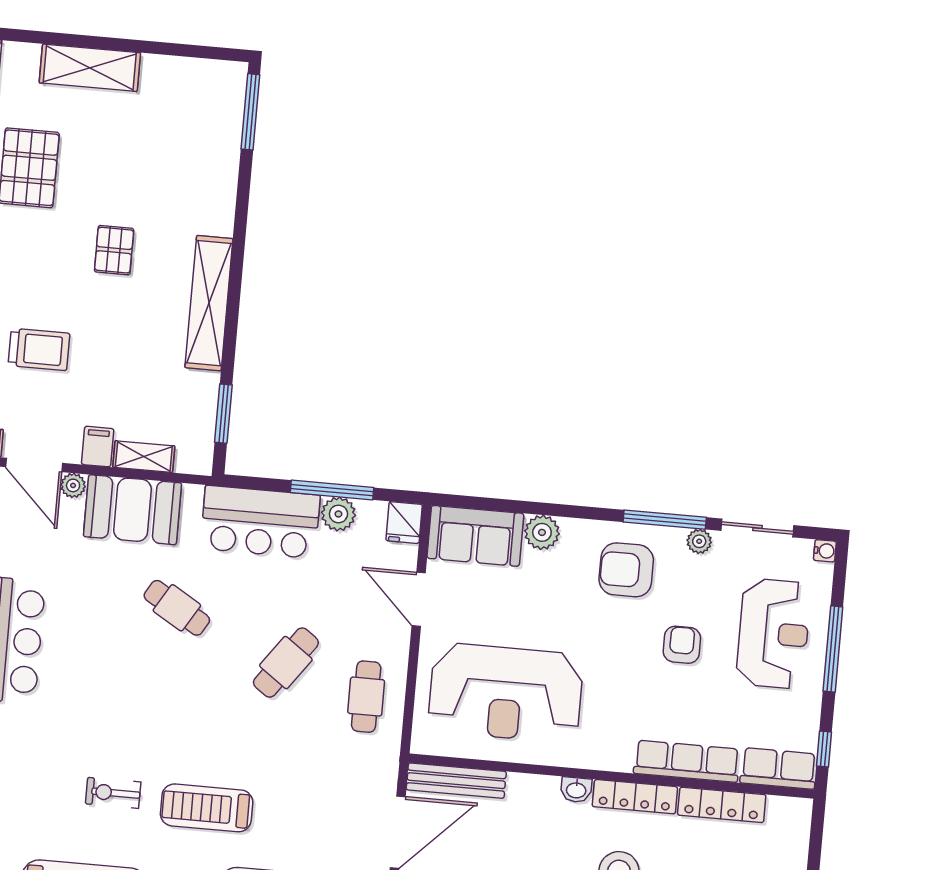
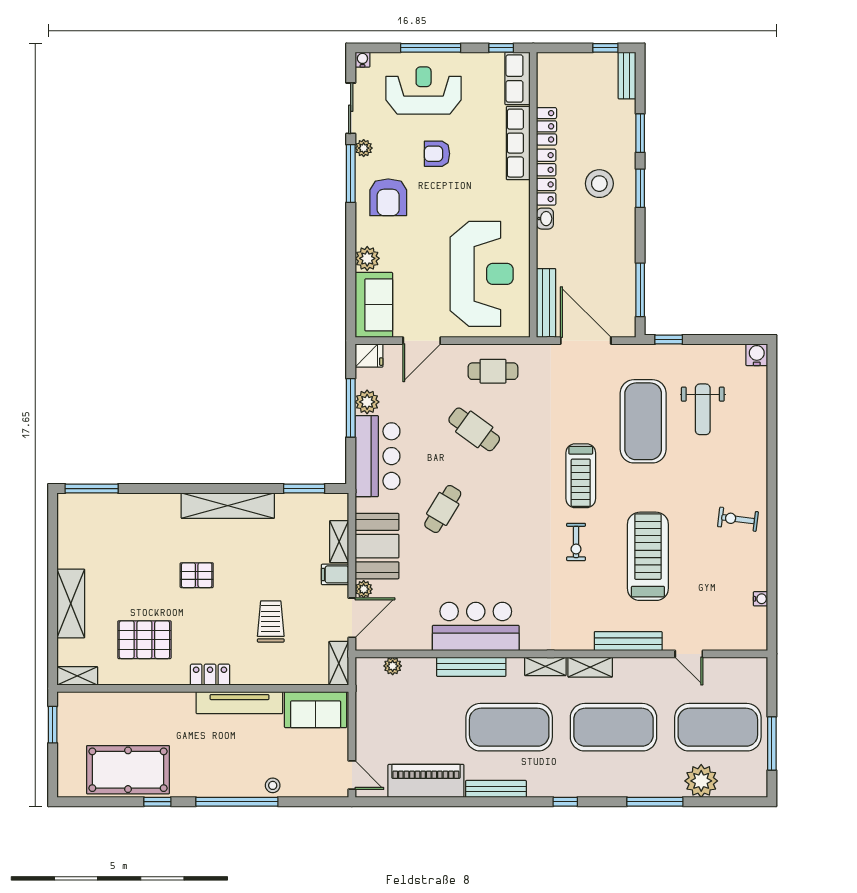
locker: (722, 805) -> (546, 126), width x0.66

